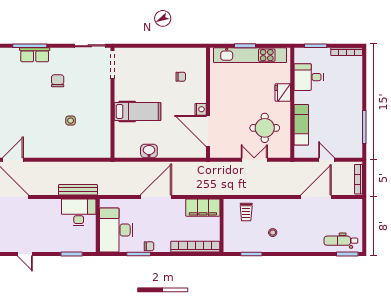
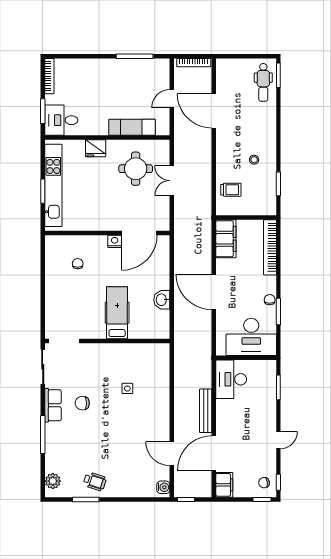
row of seats: (35, 55) -> (53, 405), moved
desk: (309, 77) -> (61, 120), moved, turned 90
bench: (78, 190) -> (206, 411), moved

